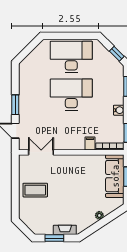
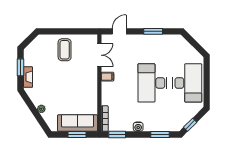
desk: (71, 95) -> (152, 83), turned 180
window: (15, 105) -> (153, 31), moved
filing cabinet: (90, 143) -> (108, 77), moved

